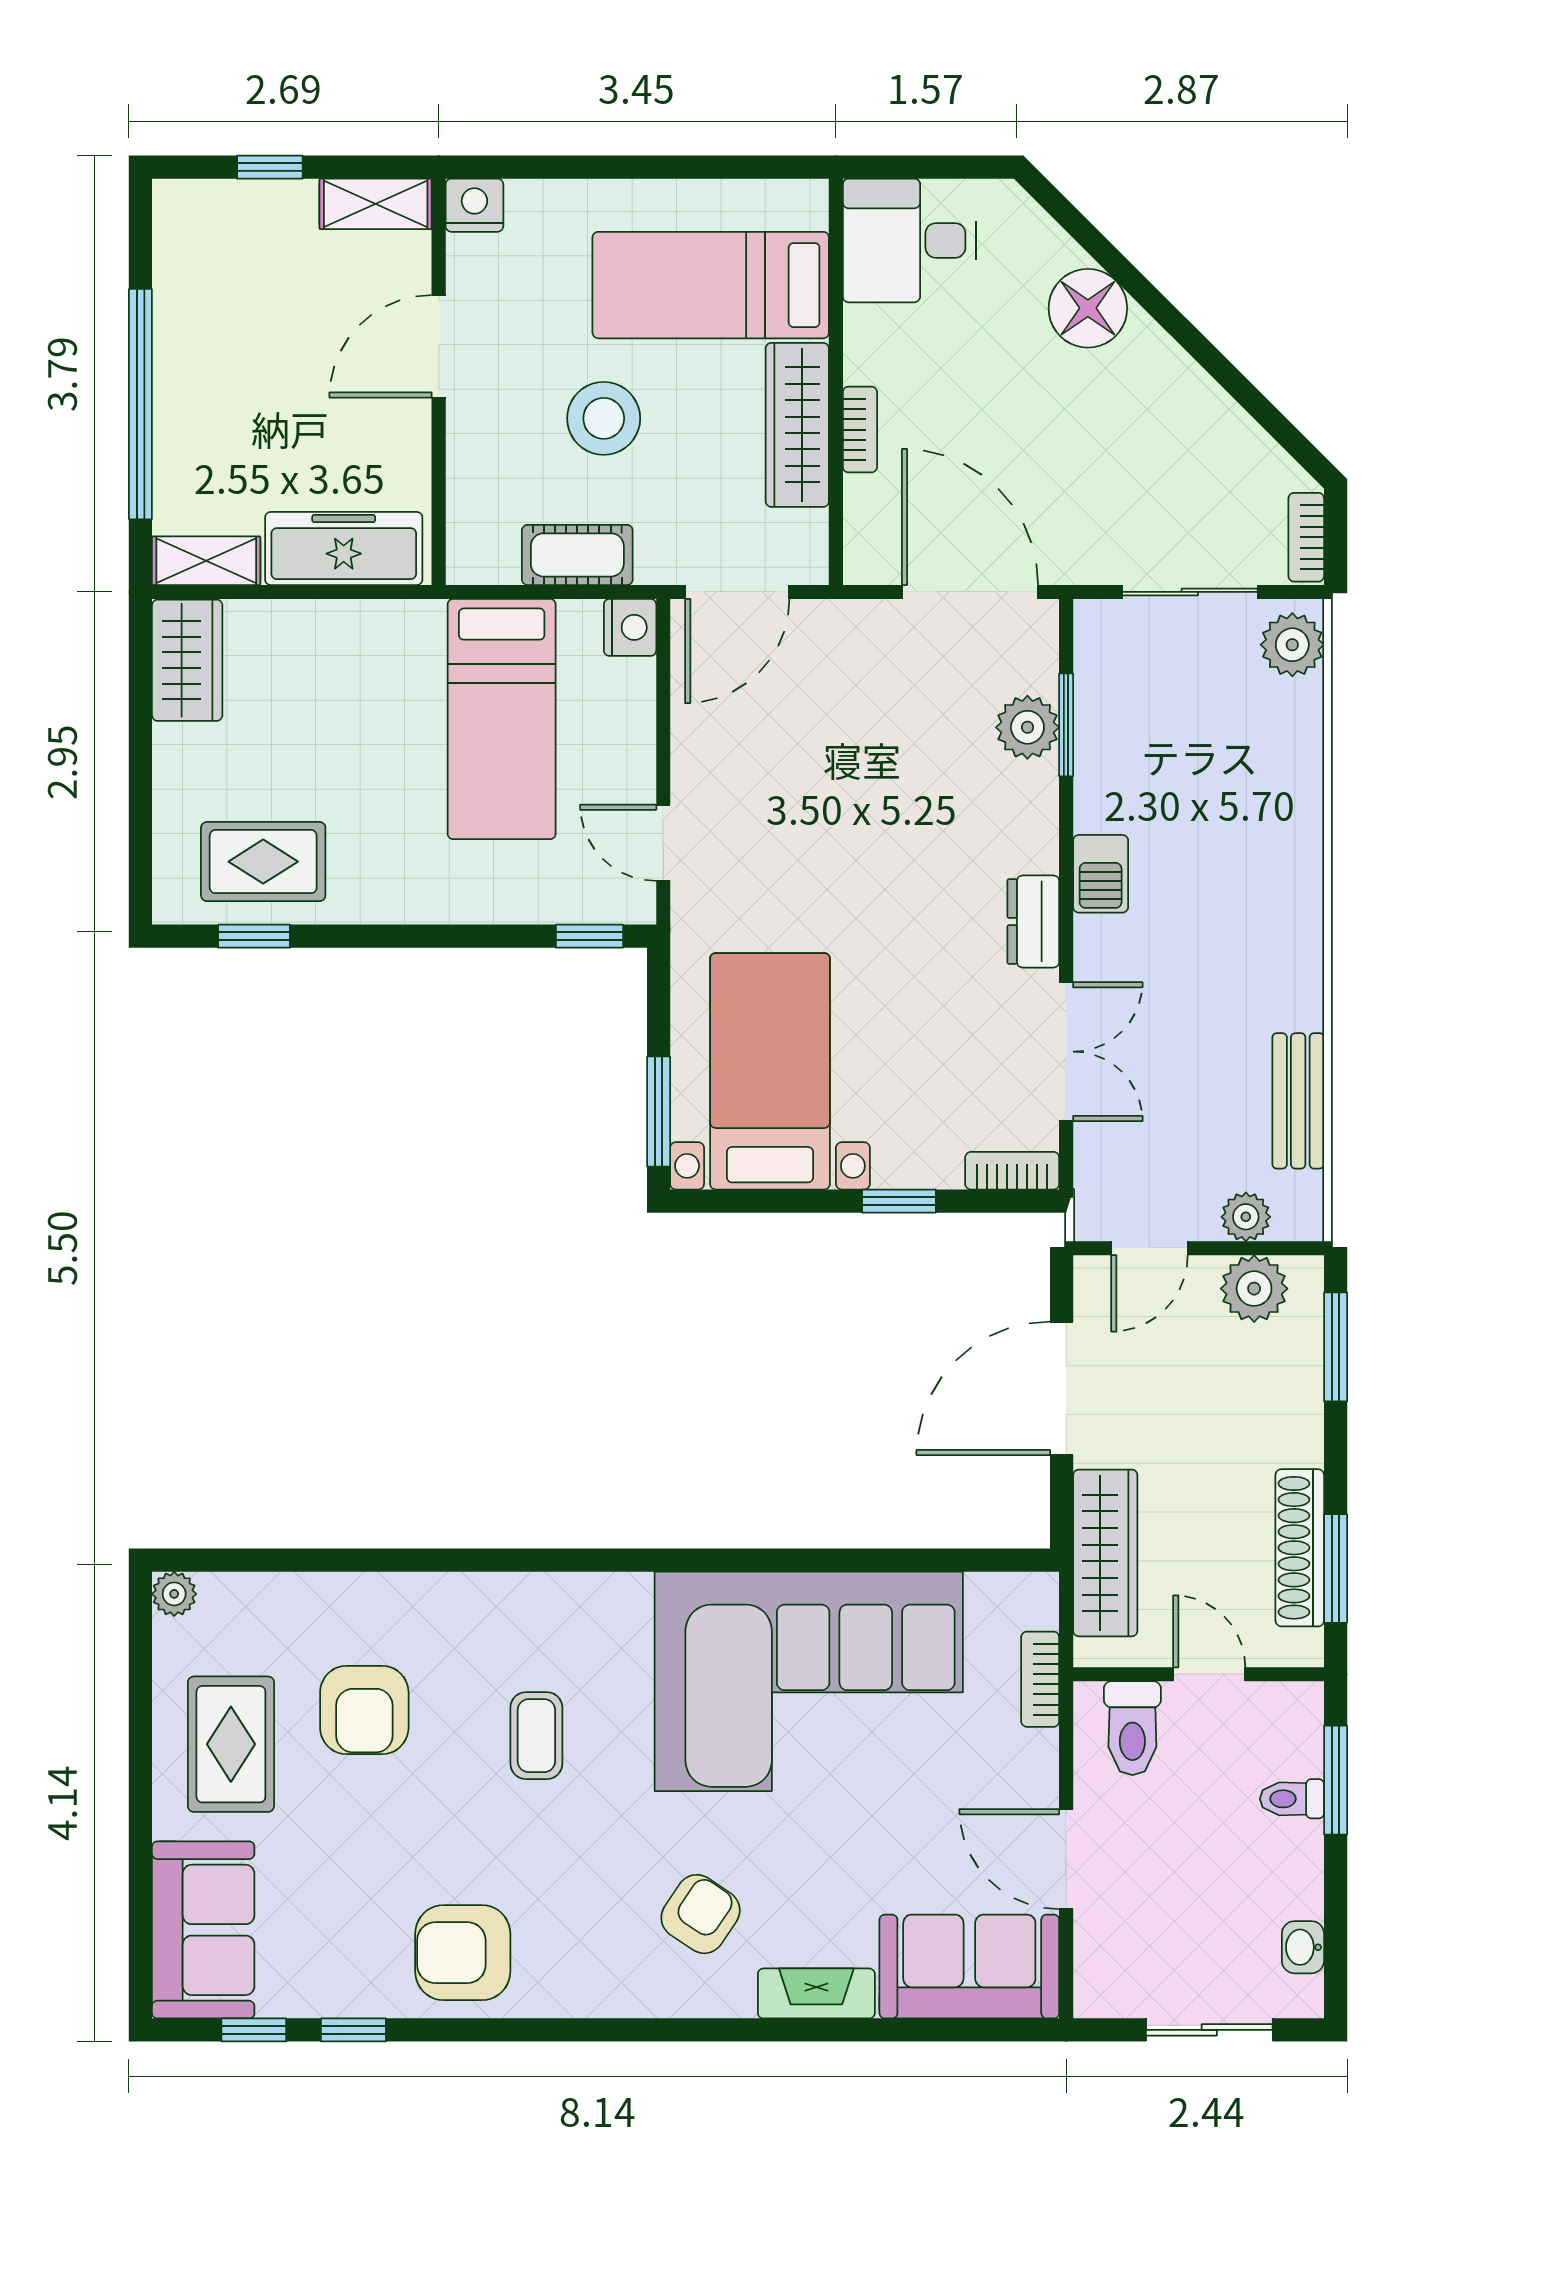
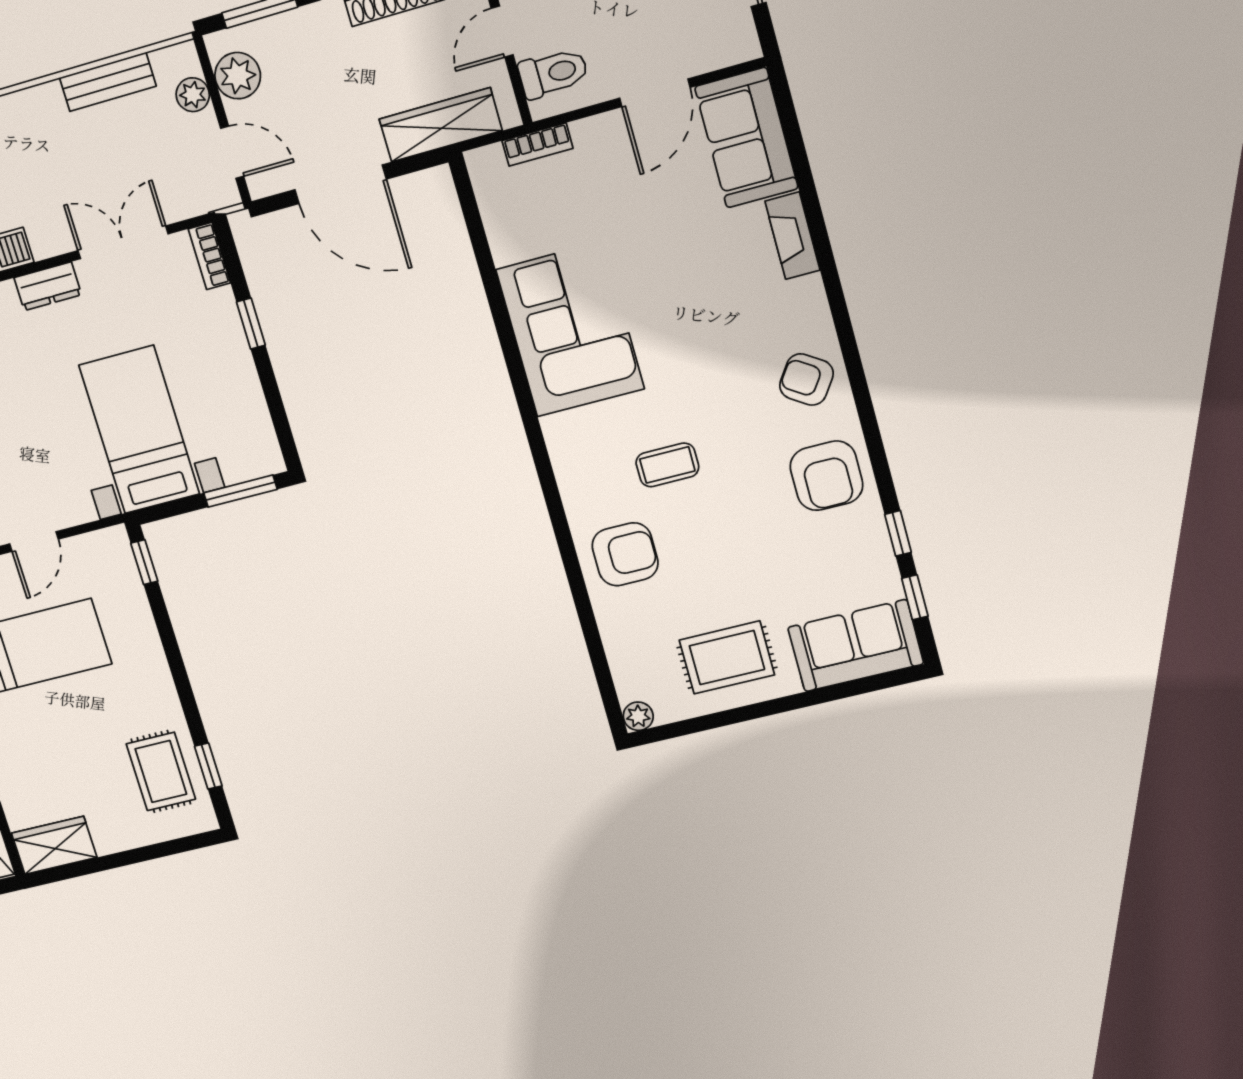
door: (663, 843) -> (34, 542), moved
bed with nightstands: (770, 1071) -> (139, 430), moved, turned 90
corner sofa: (809, 1681) -> (570, 329), width x0.73, depth x0.74
armchair: (364, 1710) -> (625, 554), moved
armchair: (701, 1914) -> (806, 379), moved

